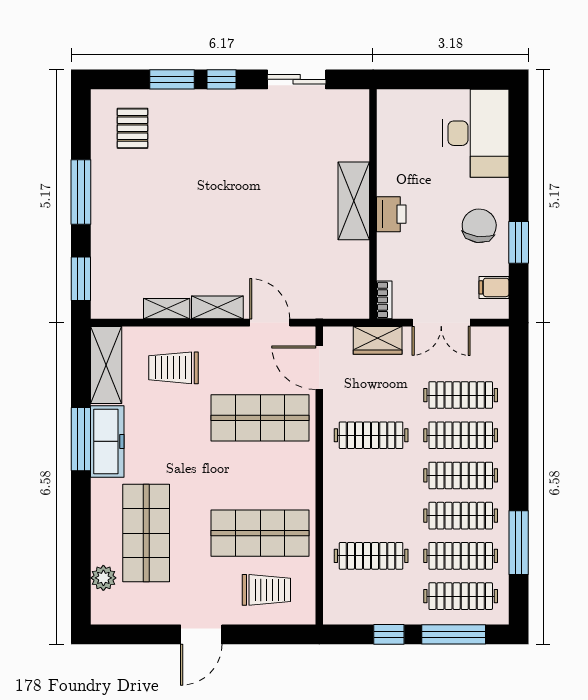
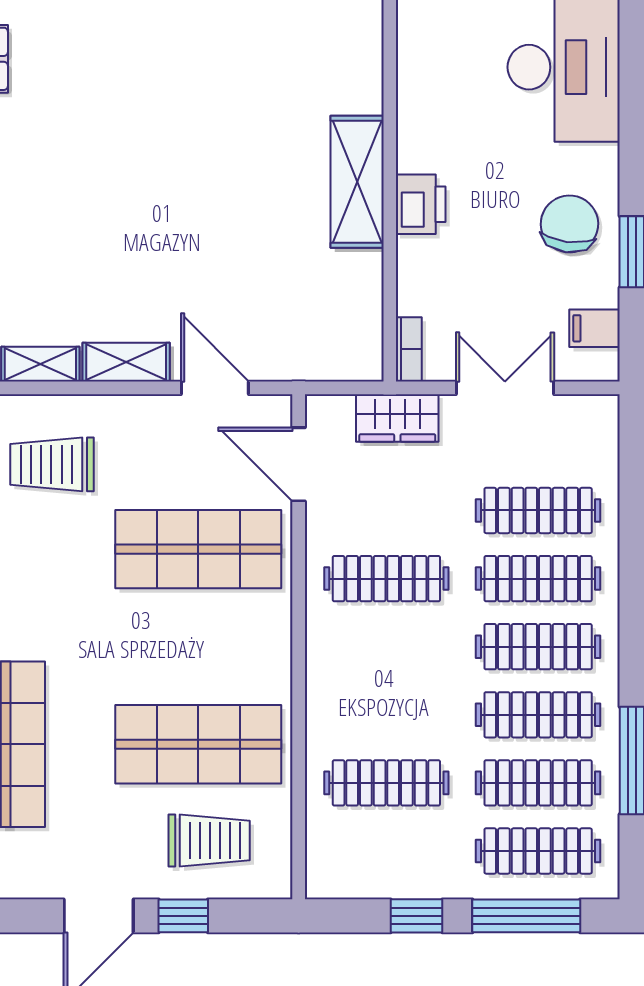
double door: (441, 323) -> (505, 388), swing flipped
window: (251, 634) -> (183, 916), added

